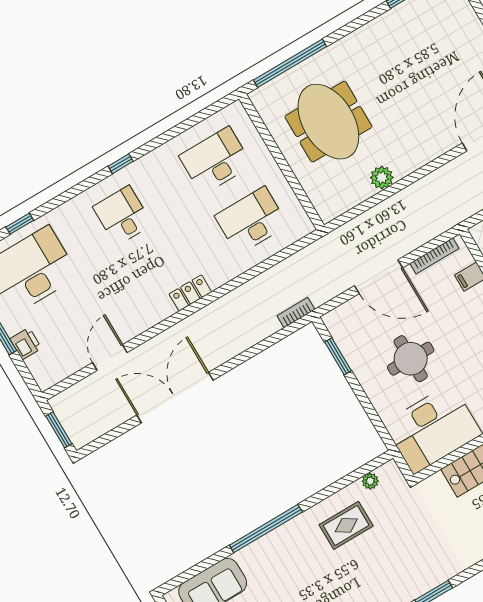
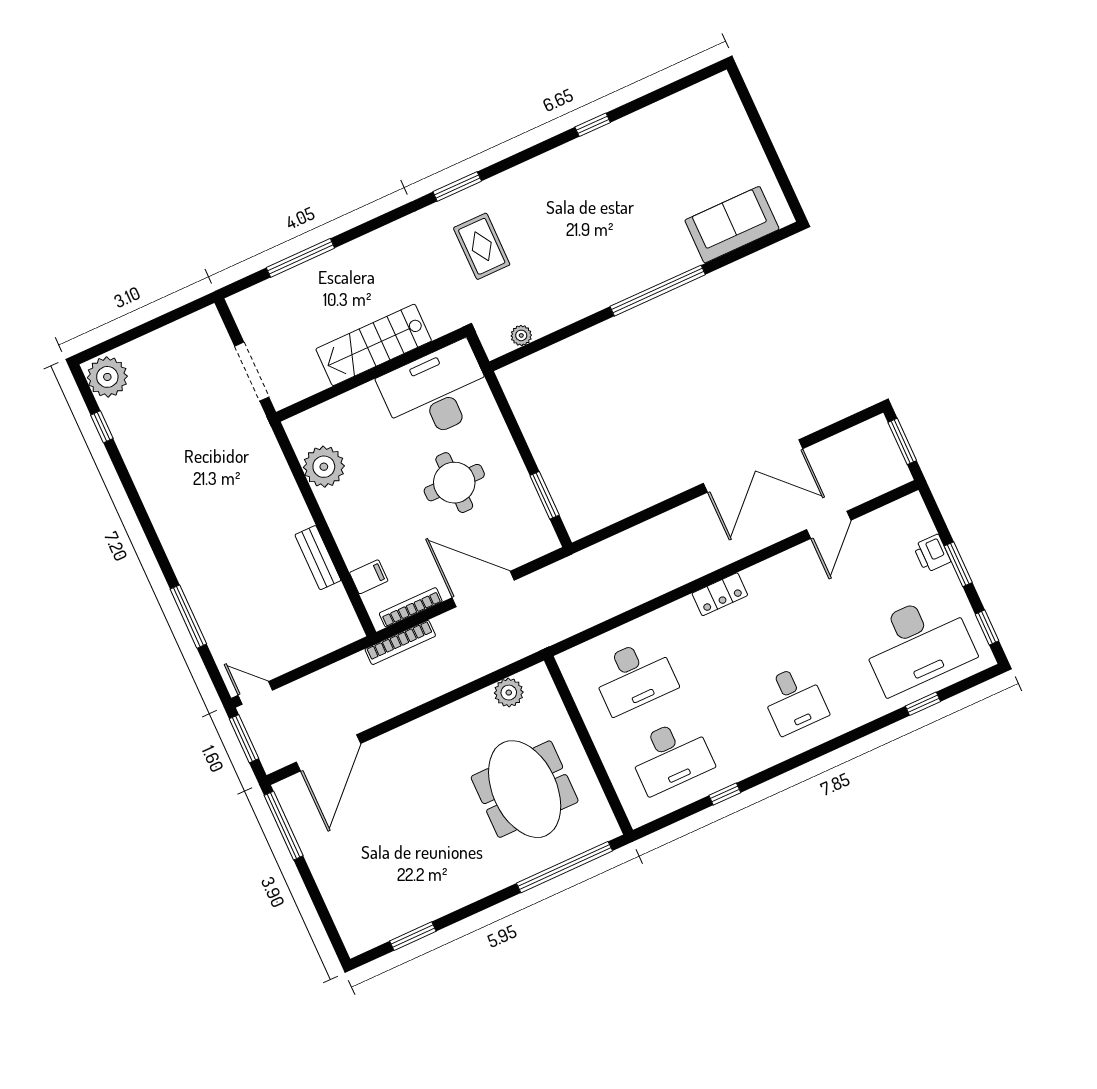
window: (121, 164) -> (725, 794), moved
plant: (382, 178) -> (509, 693), moved
bookcase: (296, 313) -> (400, 642), moved, width x1.56
rug: (346, 525) -> (482, 246), moved, turned 90

